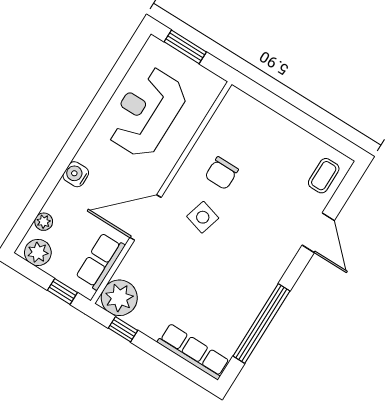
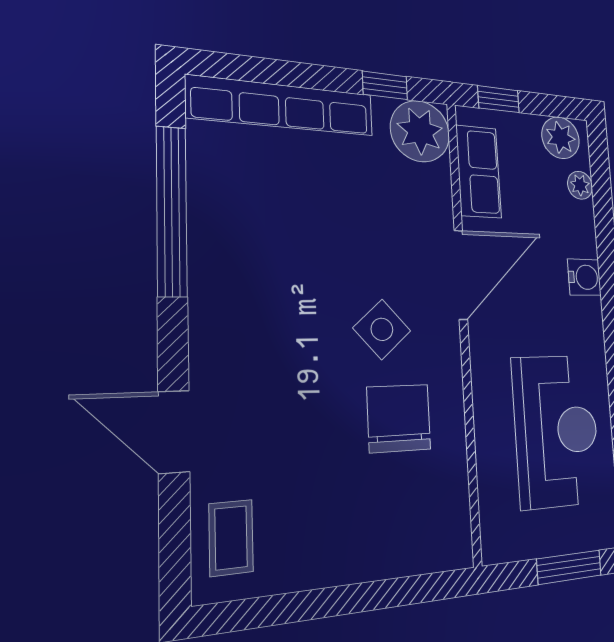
chair: (222, 173) -> (399, 418), width x1.37, depth x1.37
side table: (203, 217) -> (382, 329), turned 32
row of seats: (193, 352) -> (282, 106), width x1.36

